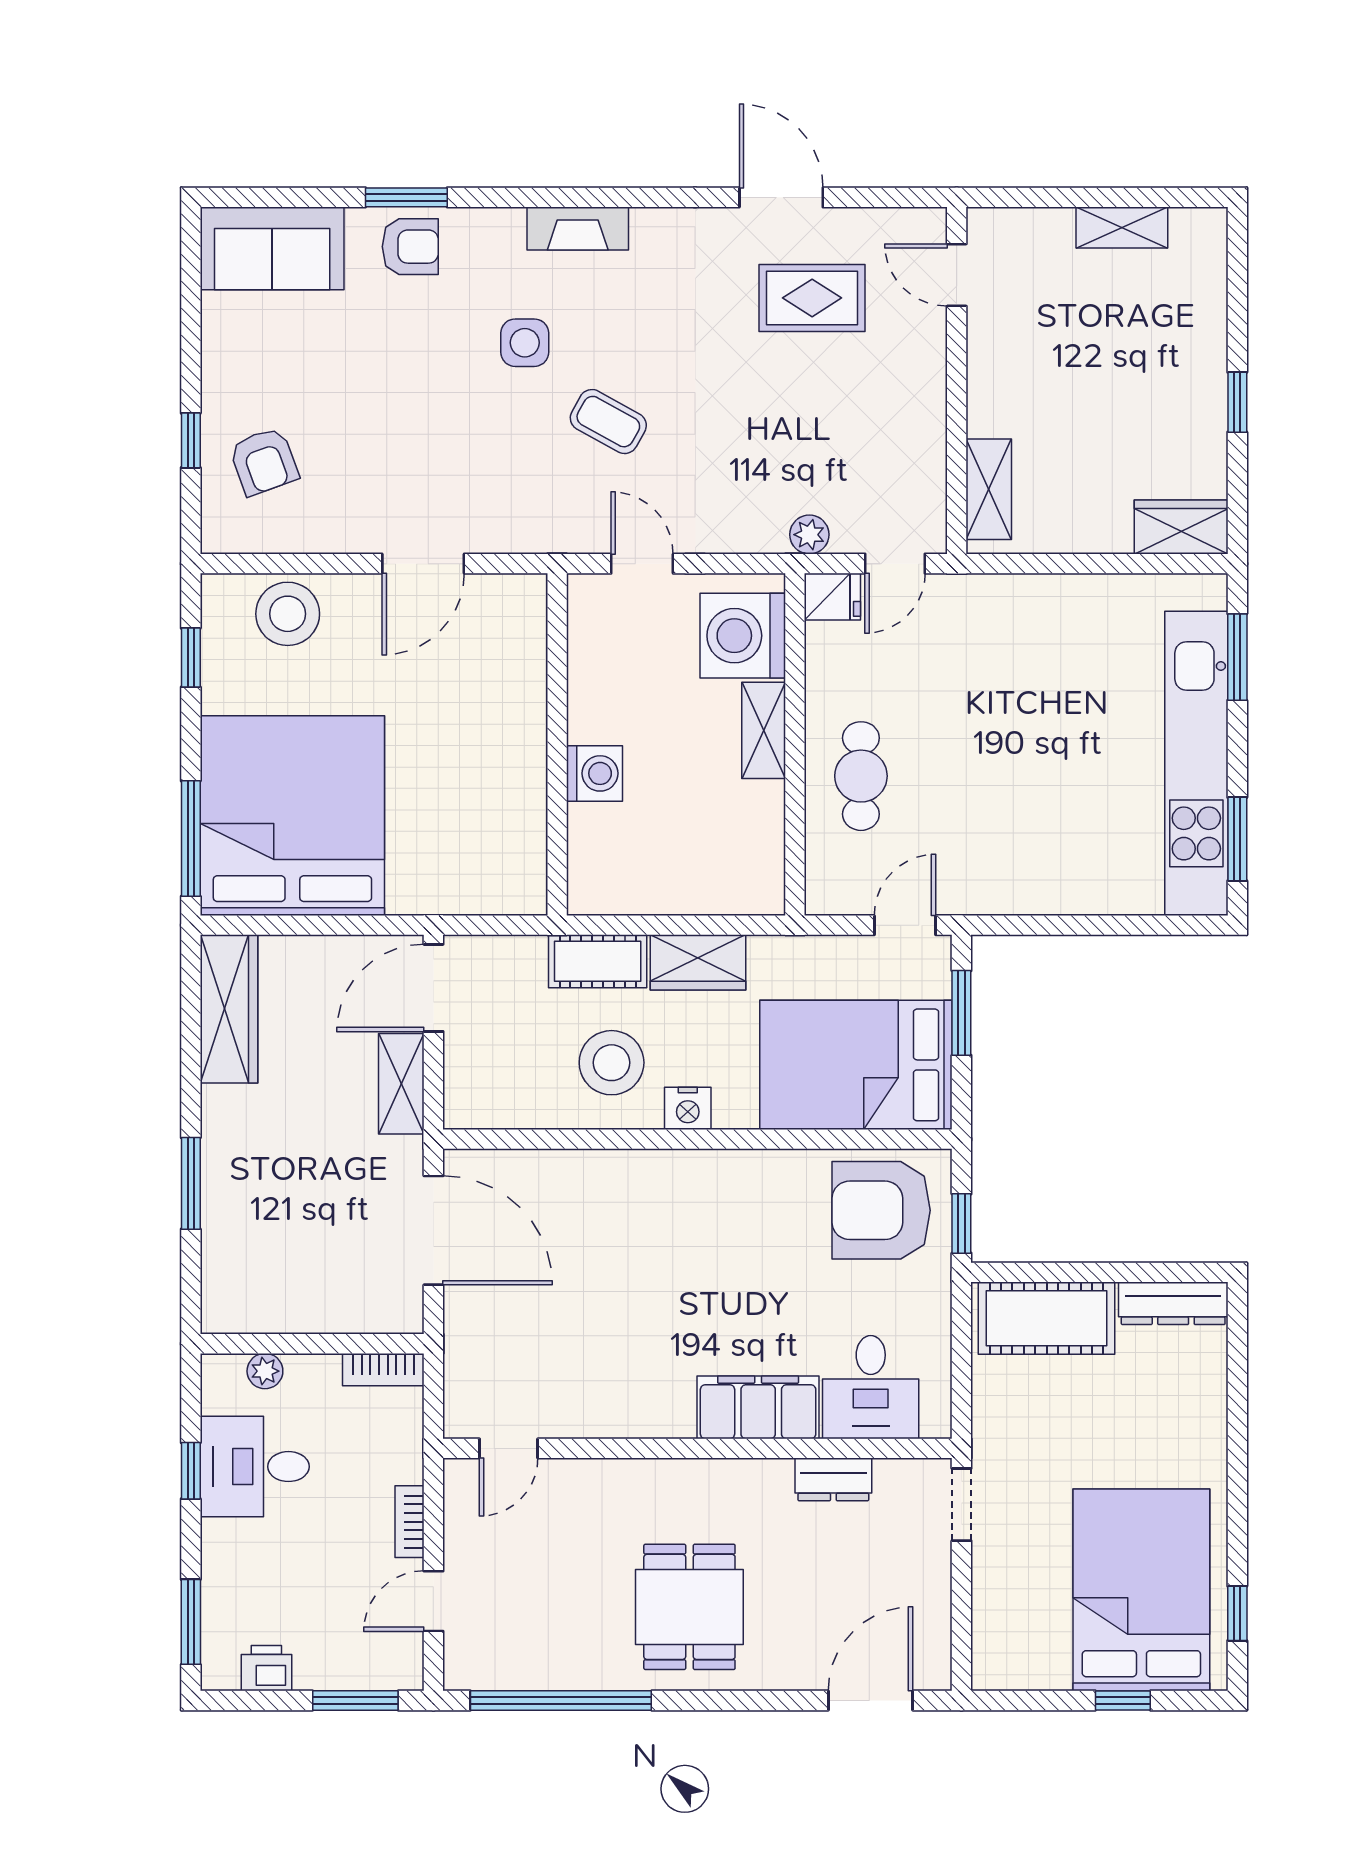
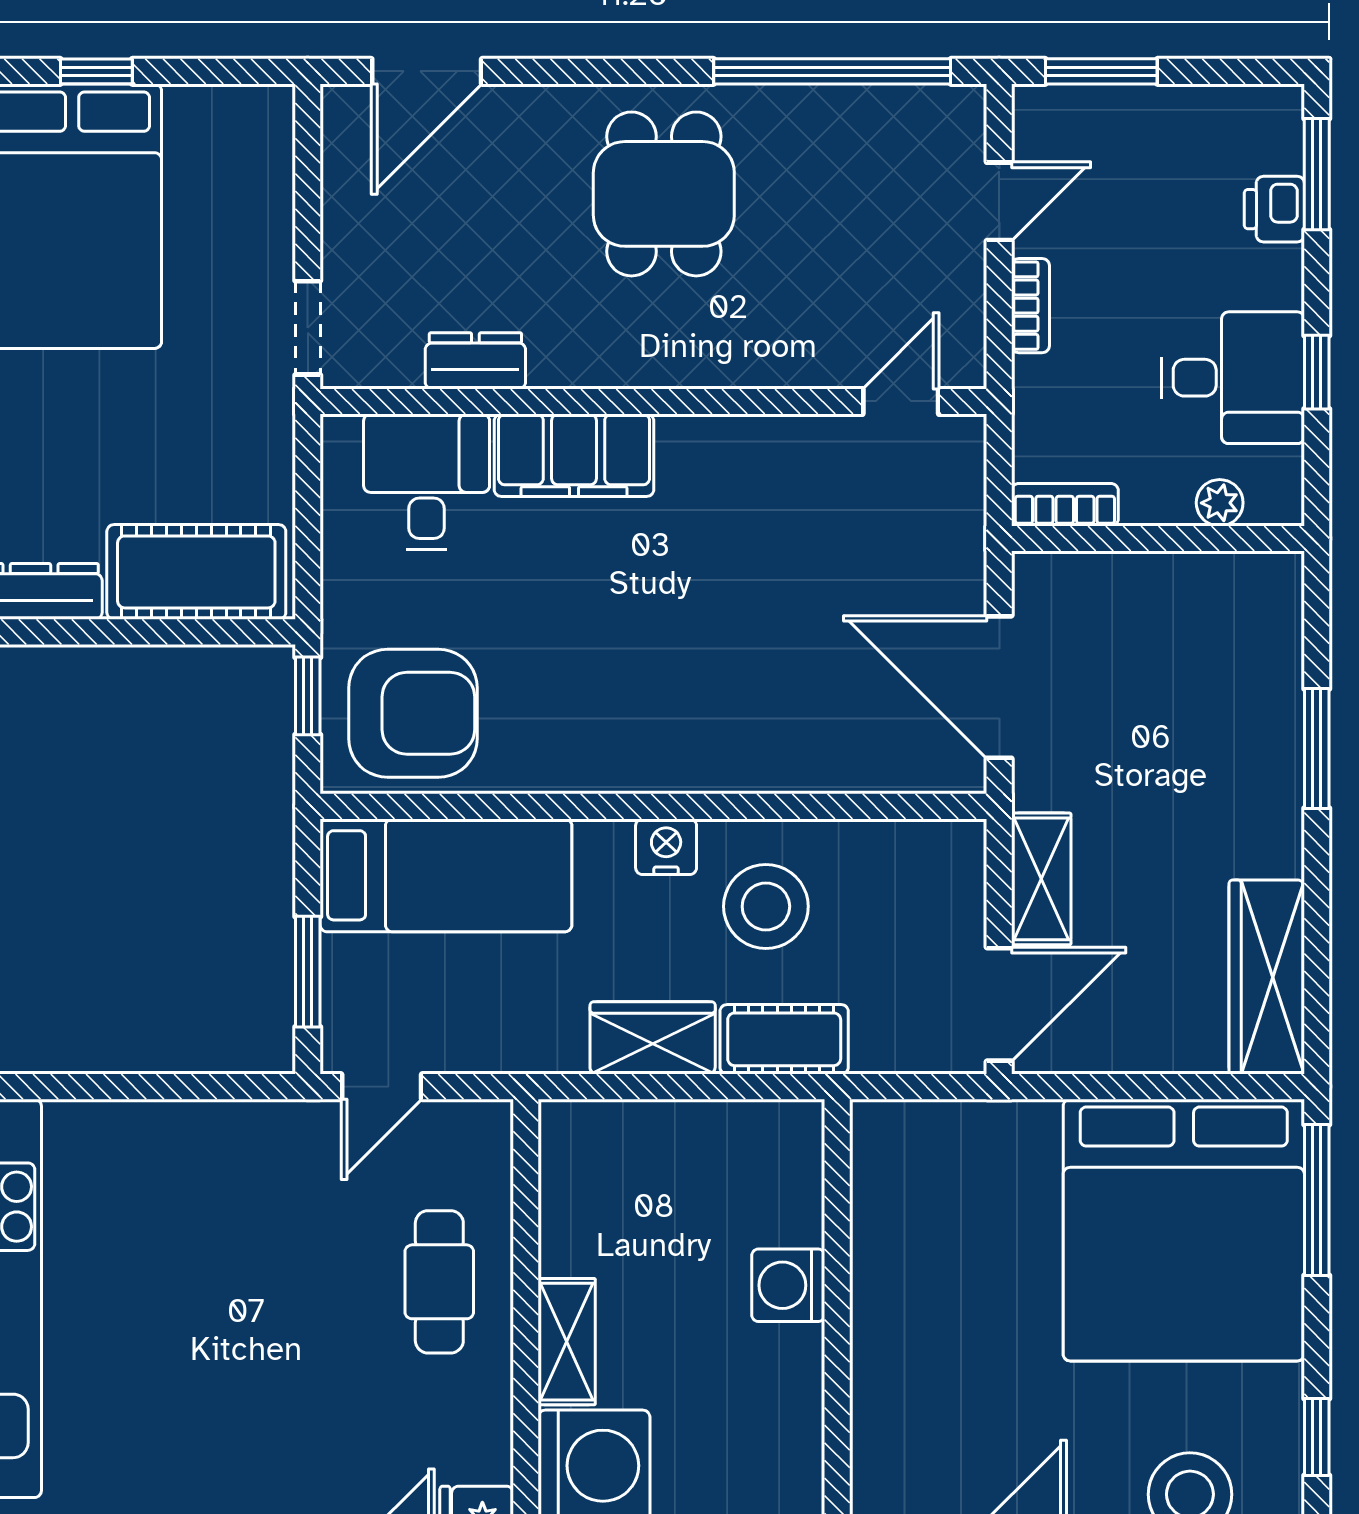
bed: (856, 1065) -> (446, 875), width x0.67
printer: (266, 1668) -> (1274, 209), moved, turned 90

